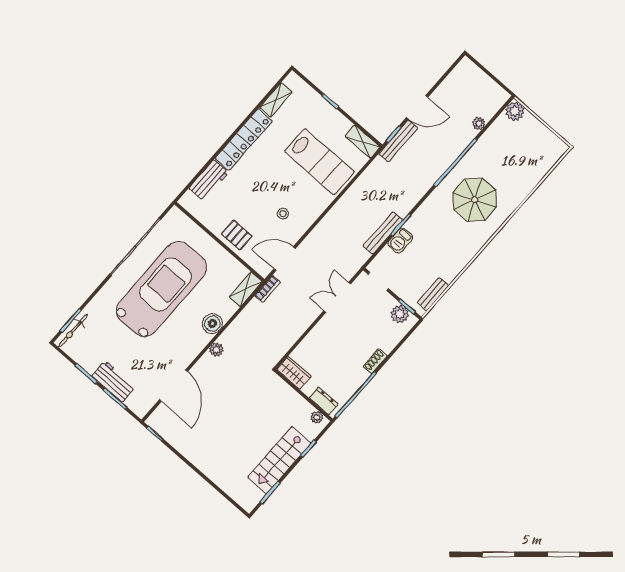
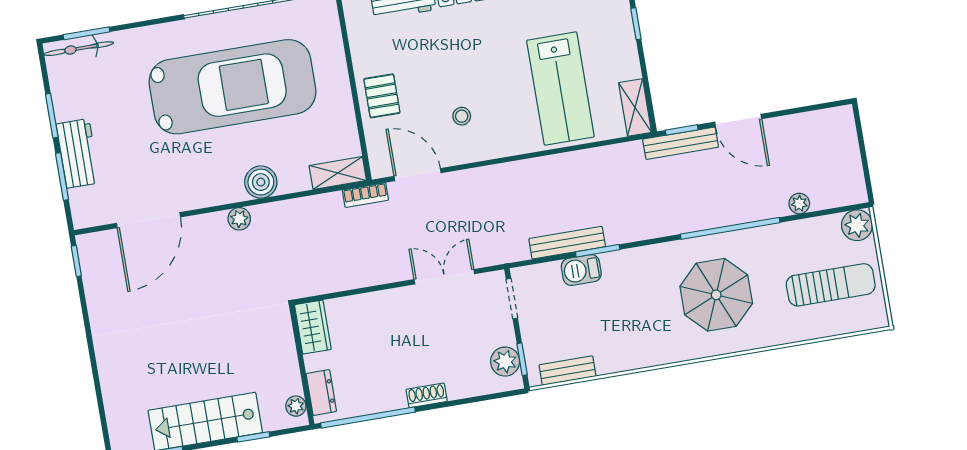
sun lounger: (526, 150) -> (831, 285), added

